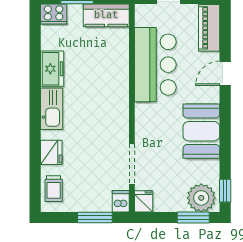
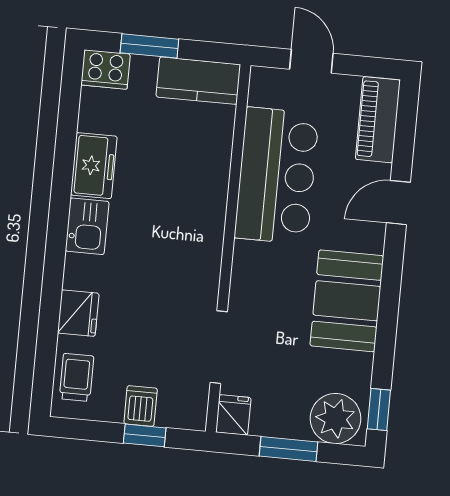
kitchen sink: (52, 109) -> (87, 226), width x0.73
trolley: (54, 189) -> (77, 377), turned 180
dishwasher: (121, 201) -> (141, 406), moved
window: (95, 218) -> (145, 435), width x0.67
window: (193, 218) -> (289, 449), moved

